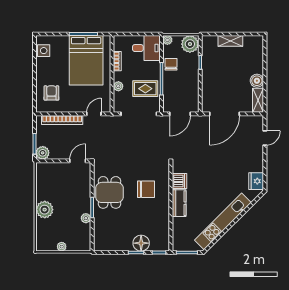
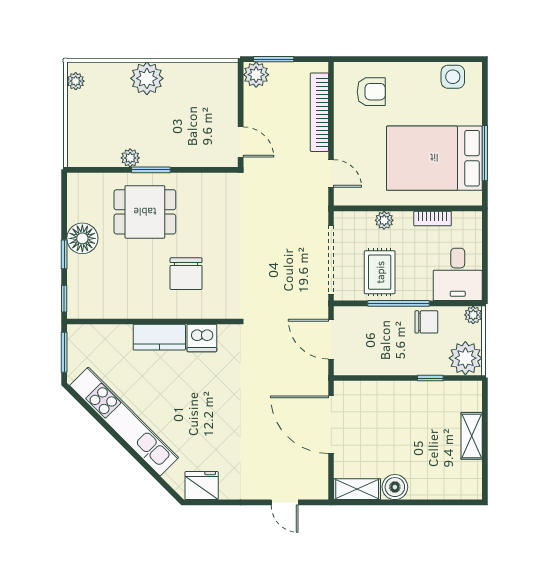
dining table: (109, 192) -> (145, 212), moved
floor lamp: (141, 243) -> (82, 238), moved
plant: (62, 247) -> (76, 81), moved

